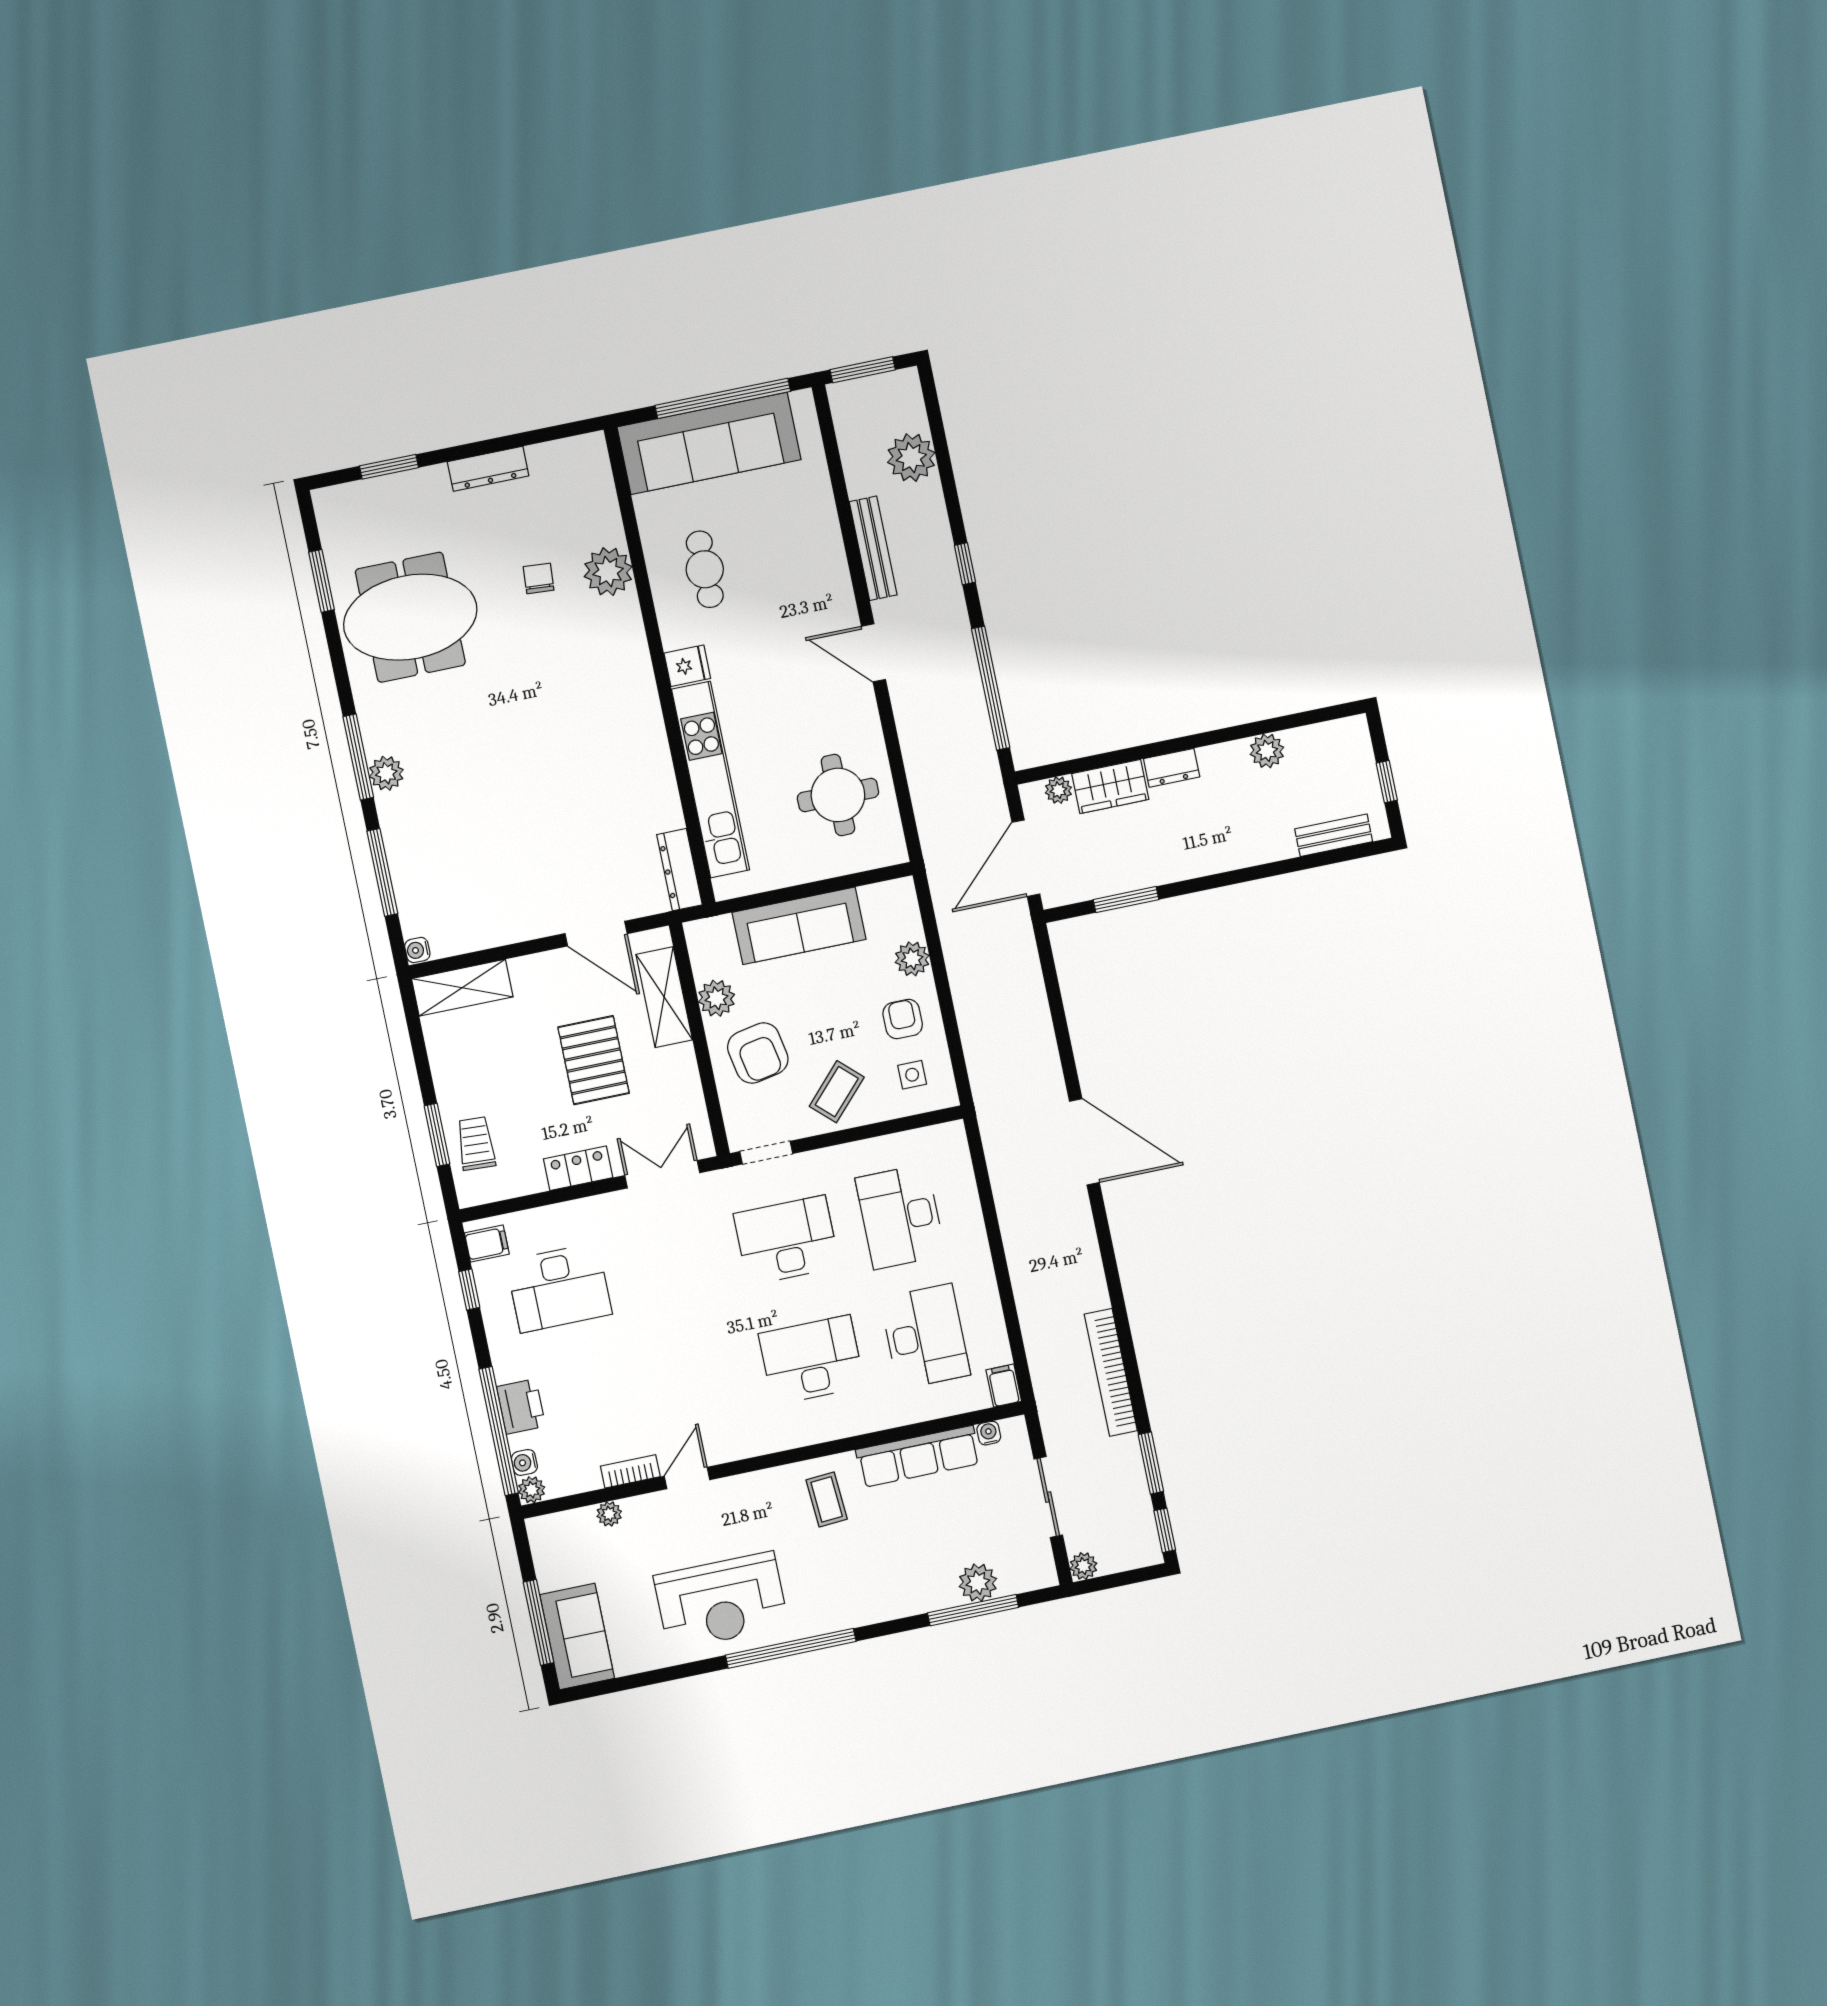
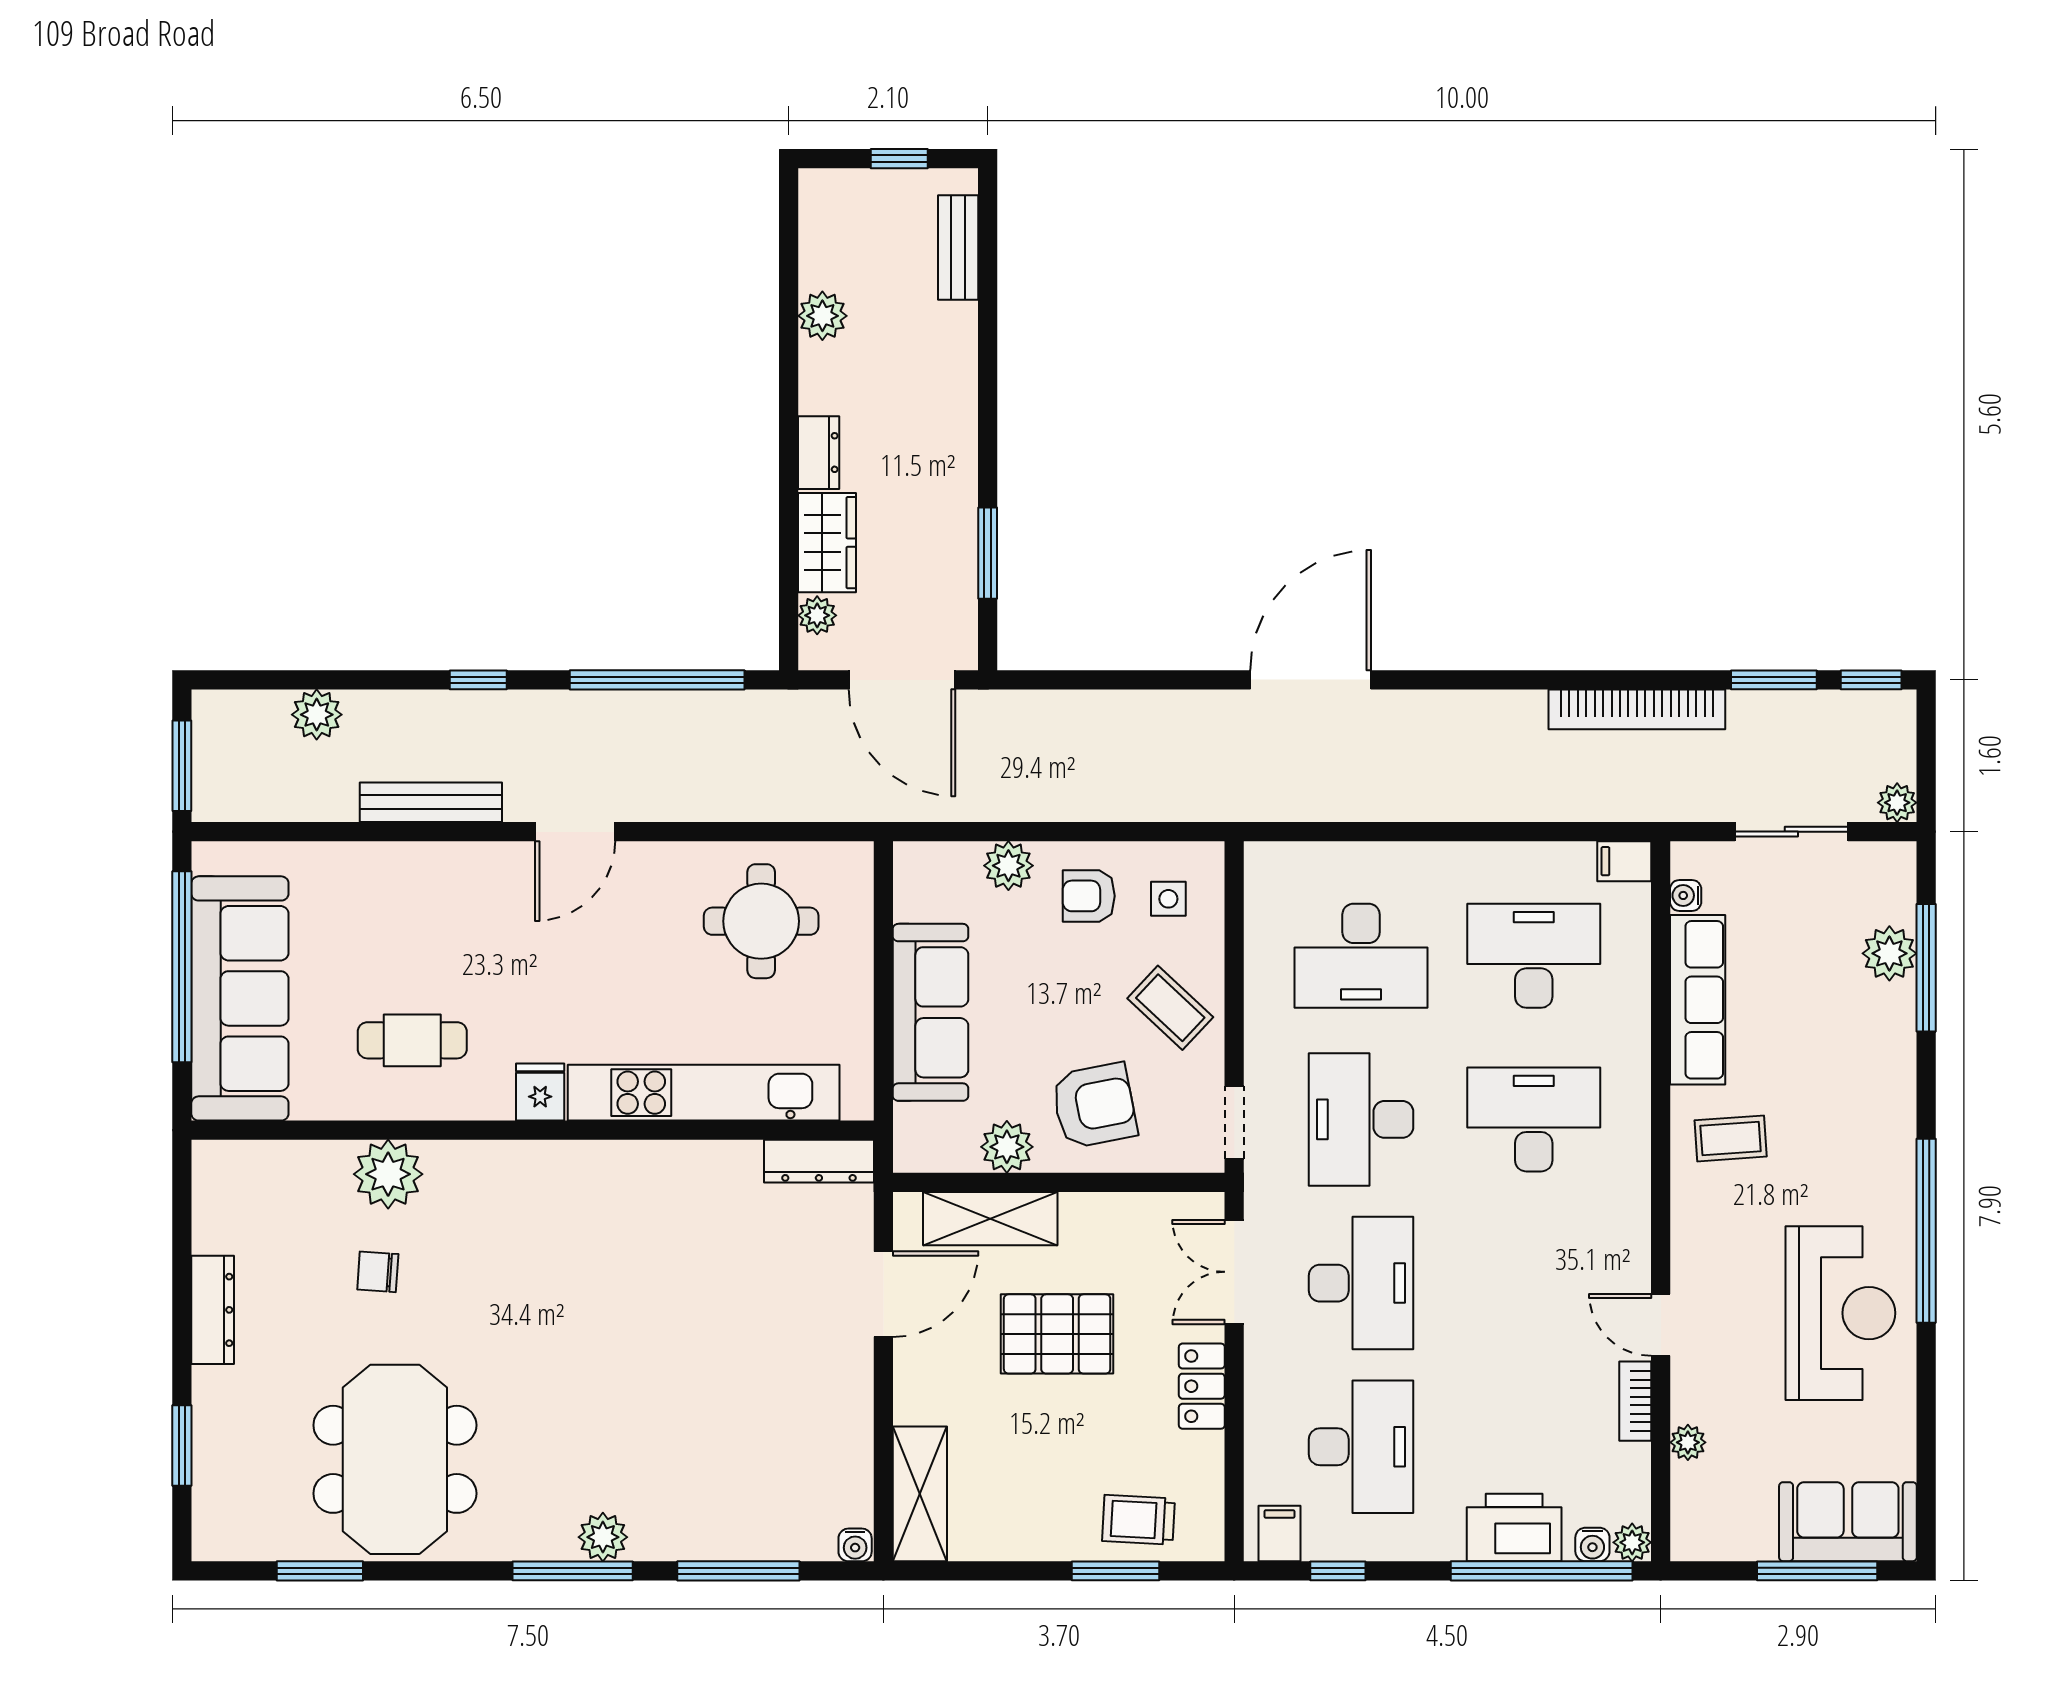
plant: (911, 458) -> (317, 715), width x0.73, depth x0.73
desk: (673, 1264) -> (1361, 1283), added
desk: (811, 1360) -> (1534, 1119), turned 90
printer: (521, 1406) -> (1514, 1528), width x1.37, depth x1.19

